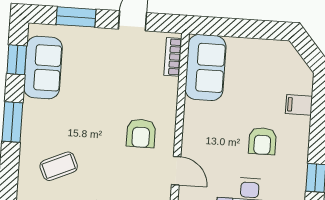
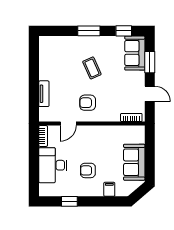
sofa: (43, 68) -> (135, 53), moved, turned 90
sofa: (205, 68) -> (134, 162), moved, turned 90
coffee table: (59, 166) -> (92, 68), moved

